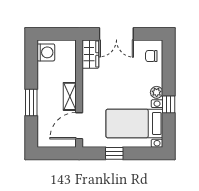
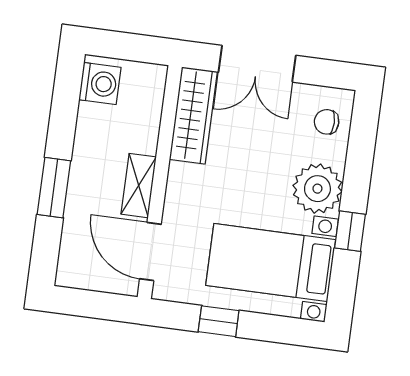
wardrobe: (90, 54) -> (193, 115), width x1.50
plant: (157, 92) -> (317, 189), width x1.87, depth x1.87
door: (79, 126) -> (150, 251), hinge flipped

